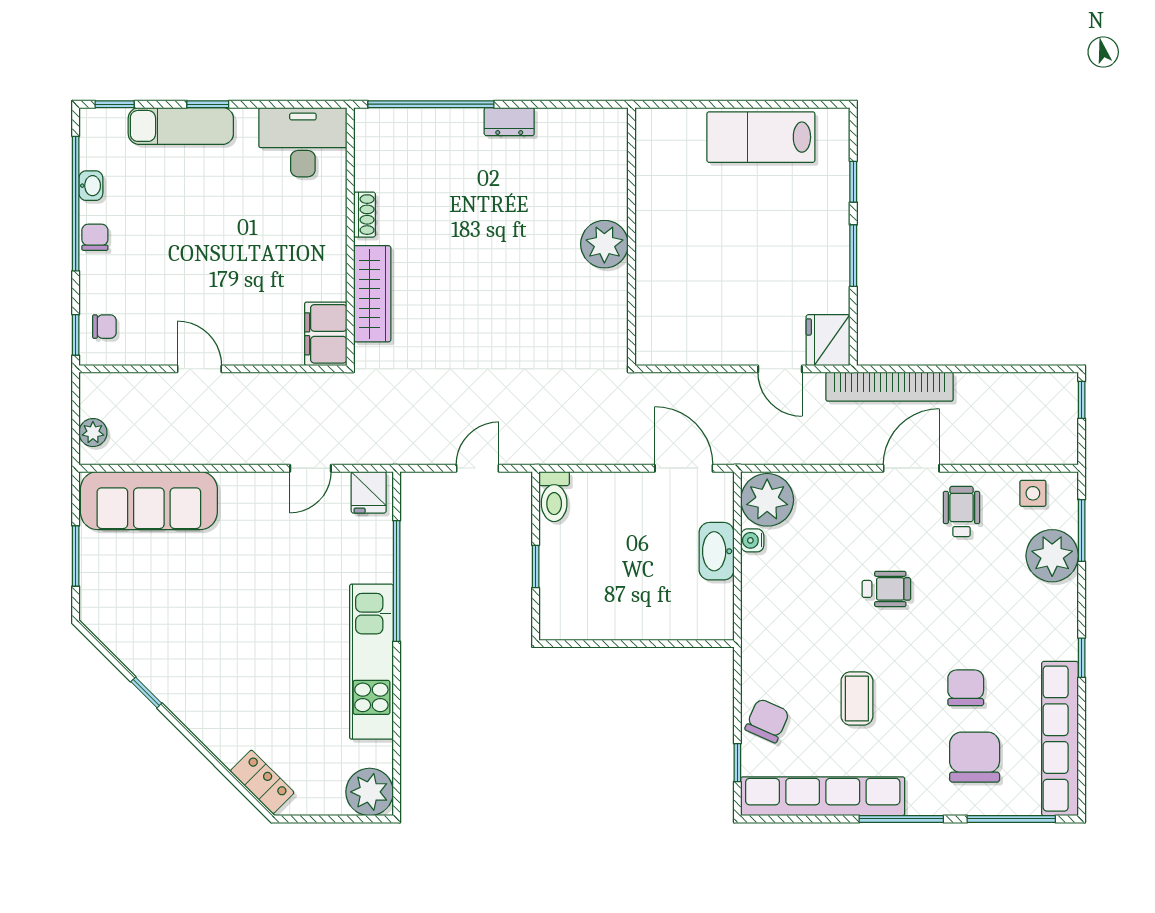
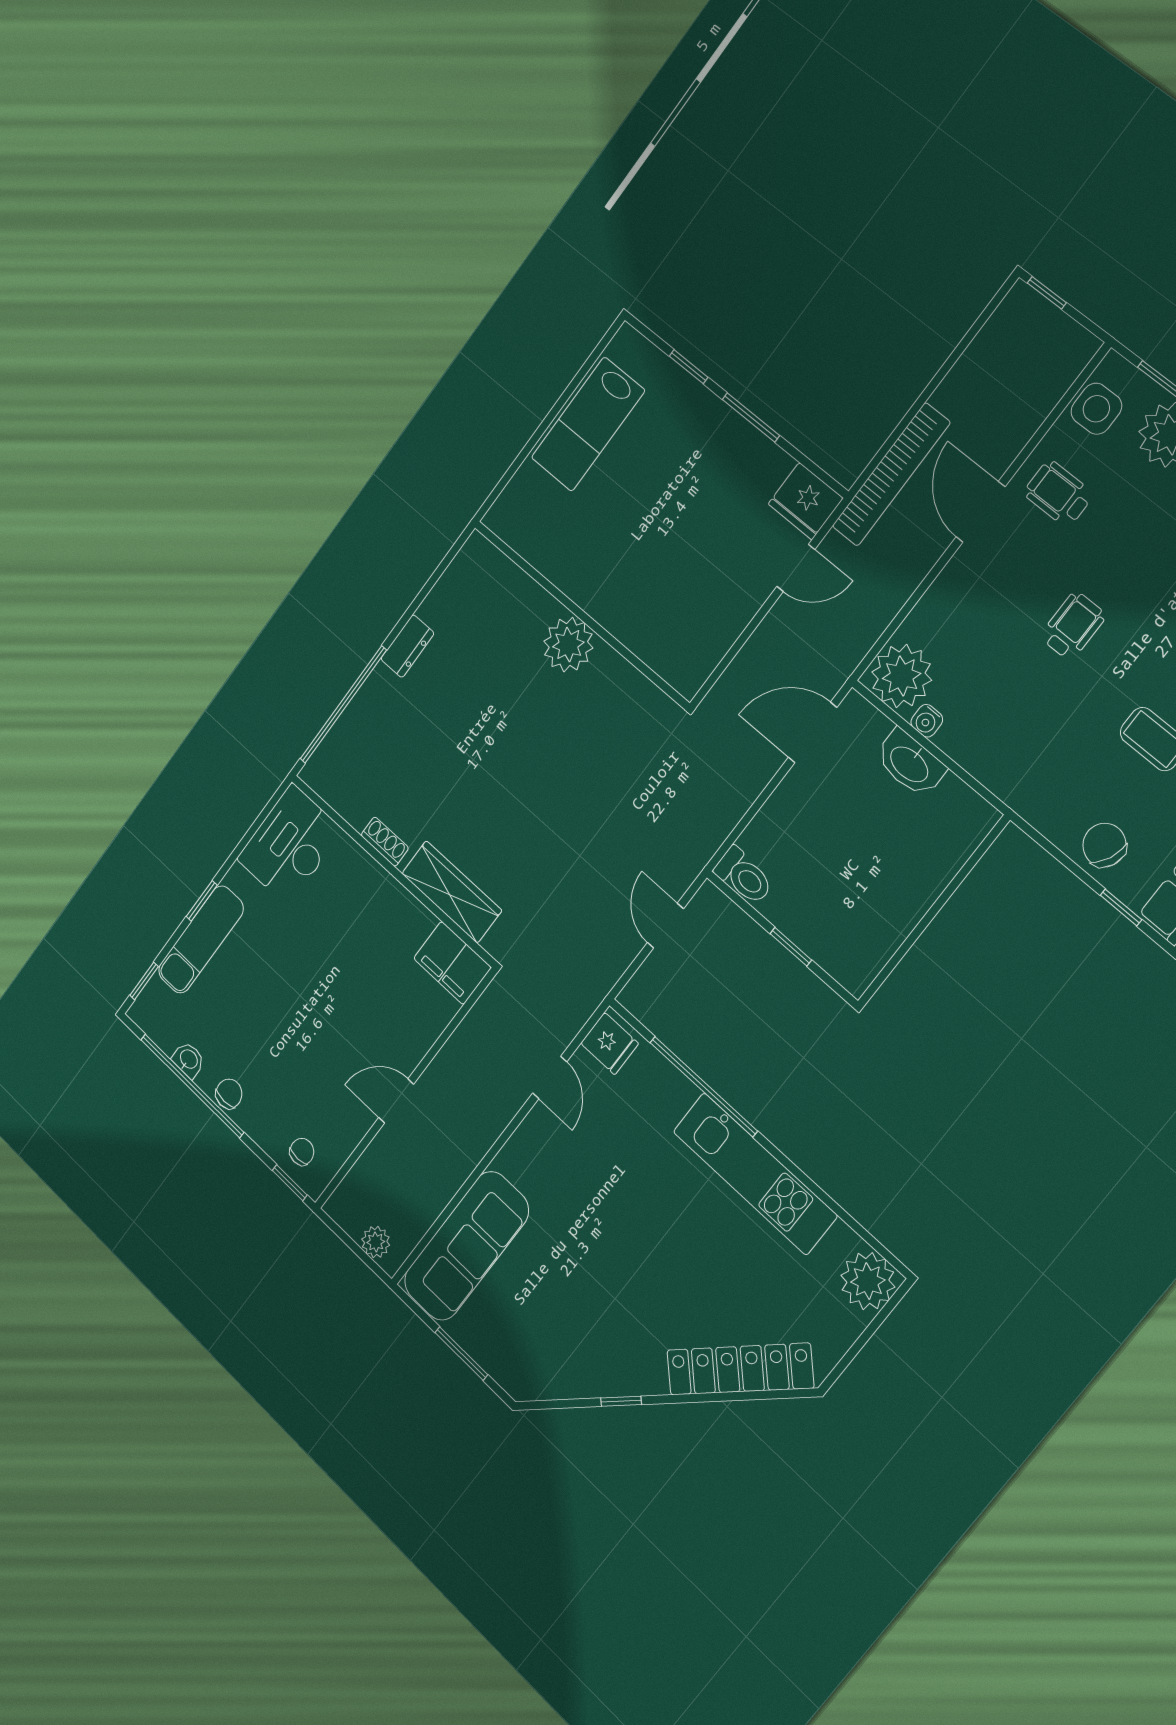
chair: (95, 237) -> (229, 1094), turned 90
side table: (1033, 493) -> (1096, 409), width x1.37, depth x1.37
locker: (262, 782) -> (740, 1369), width x2.16, depth x1.21

